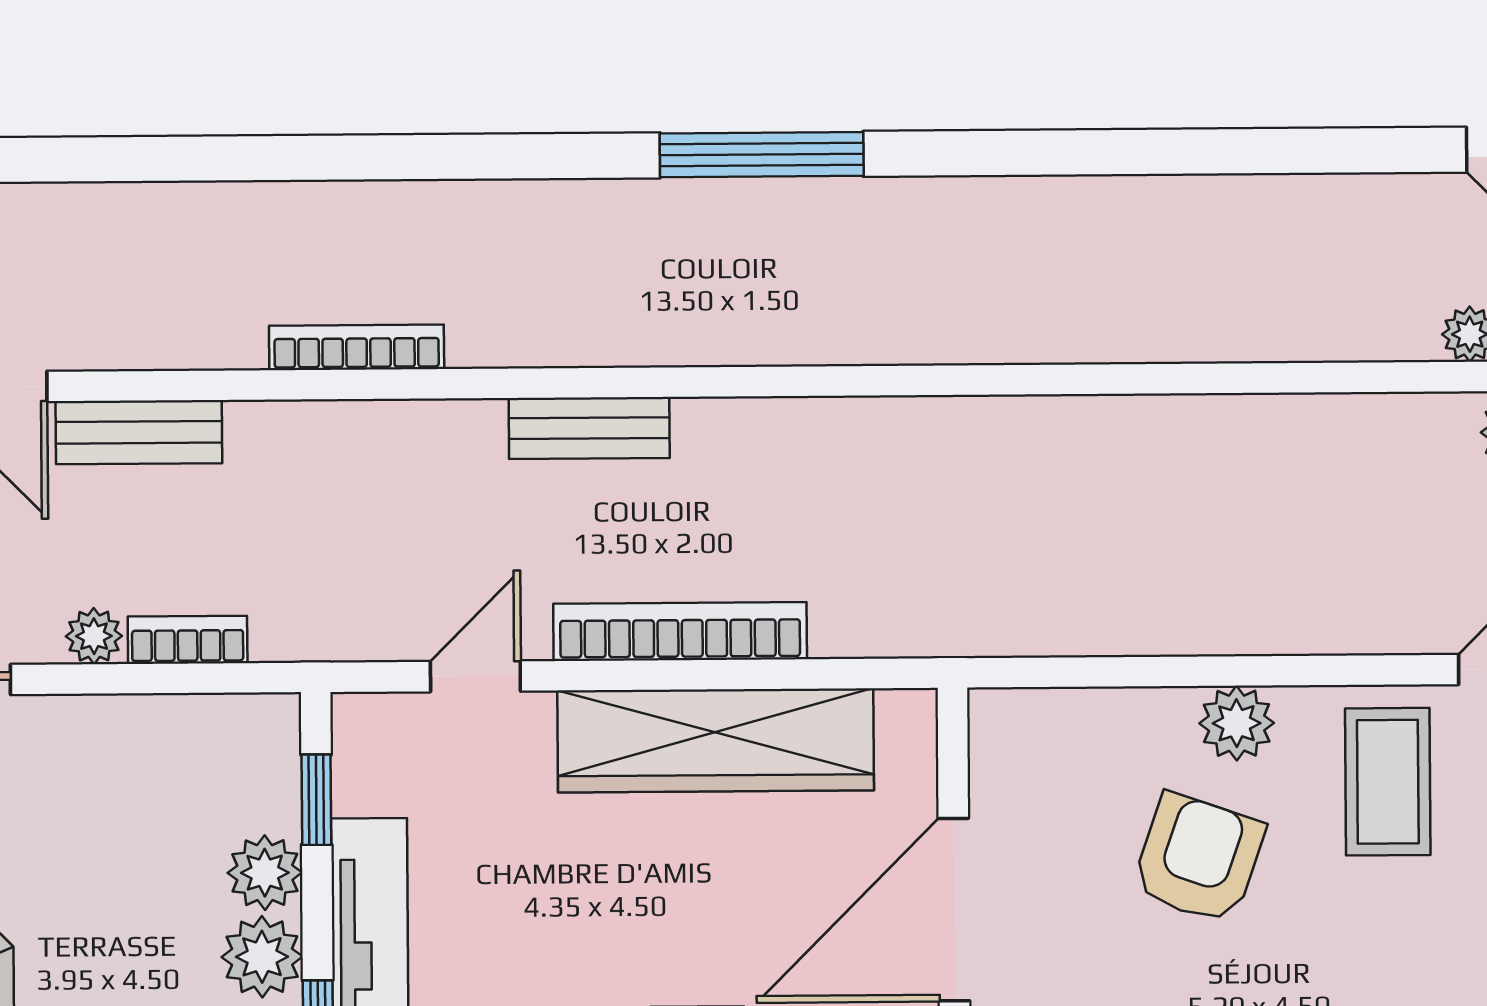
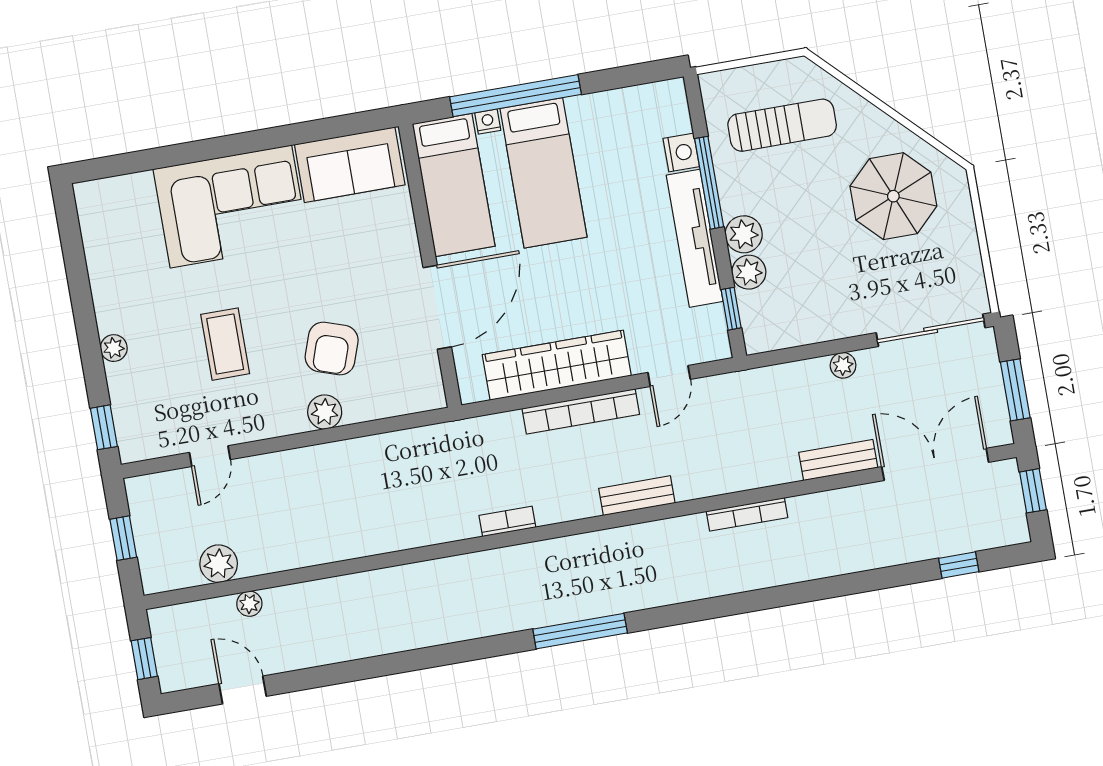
bookcase: (188, 640) -> (507, 521), moved, turned 180
coffee table: (1388, 782) -> (225, 344), moved

